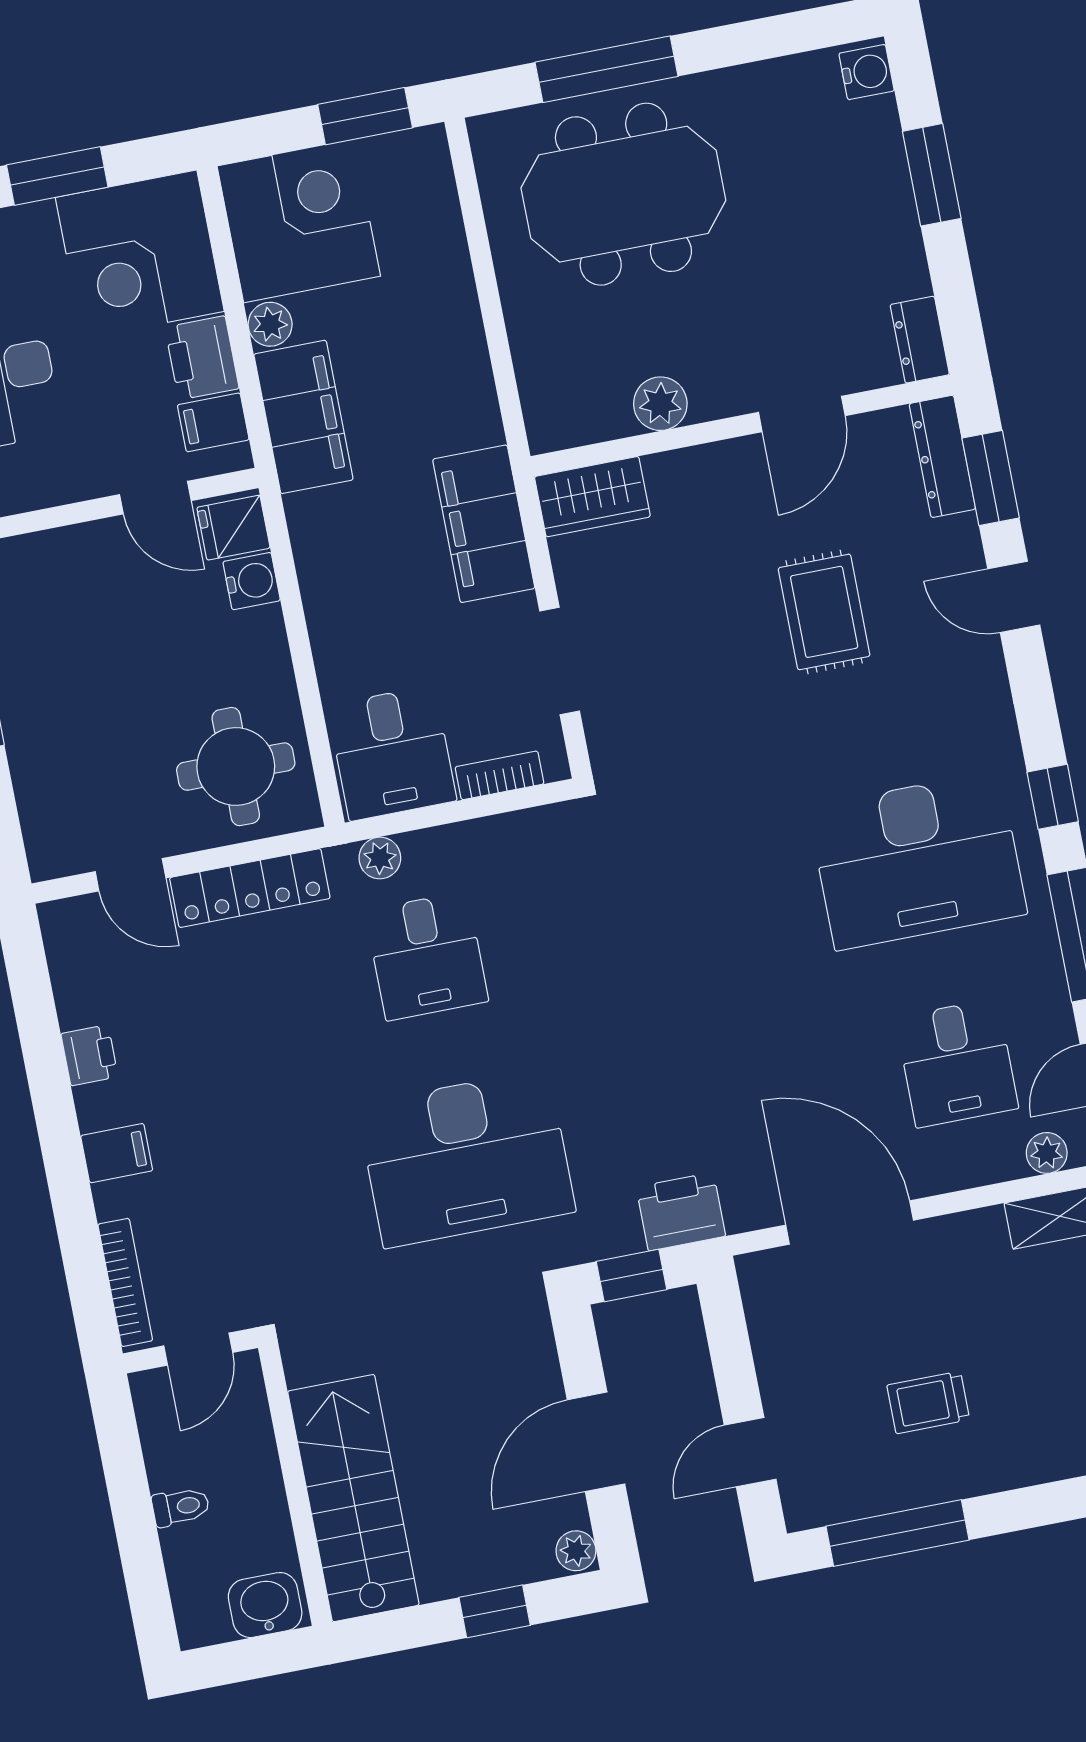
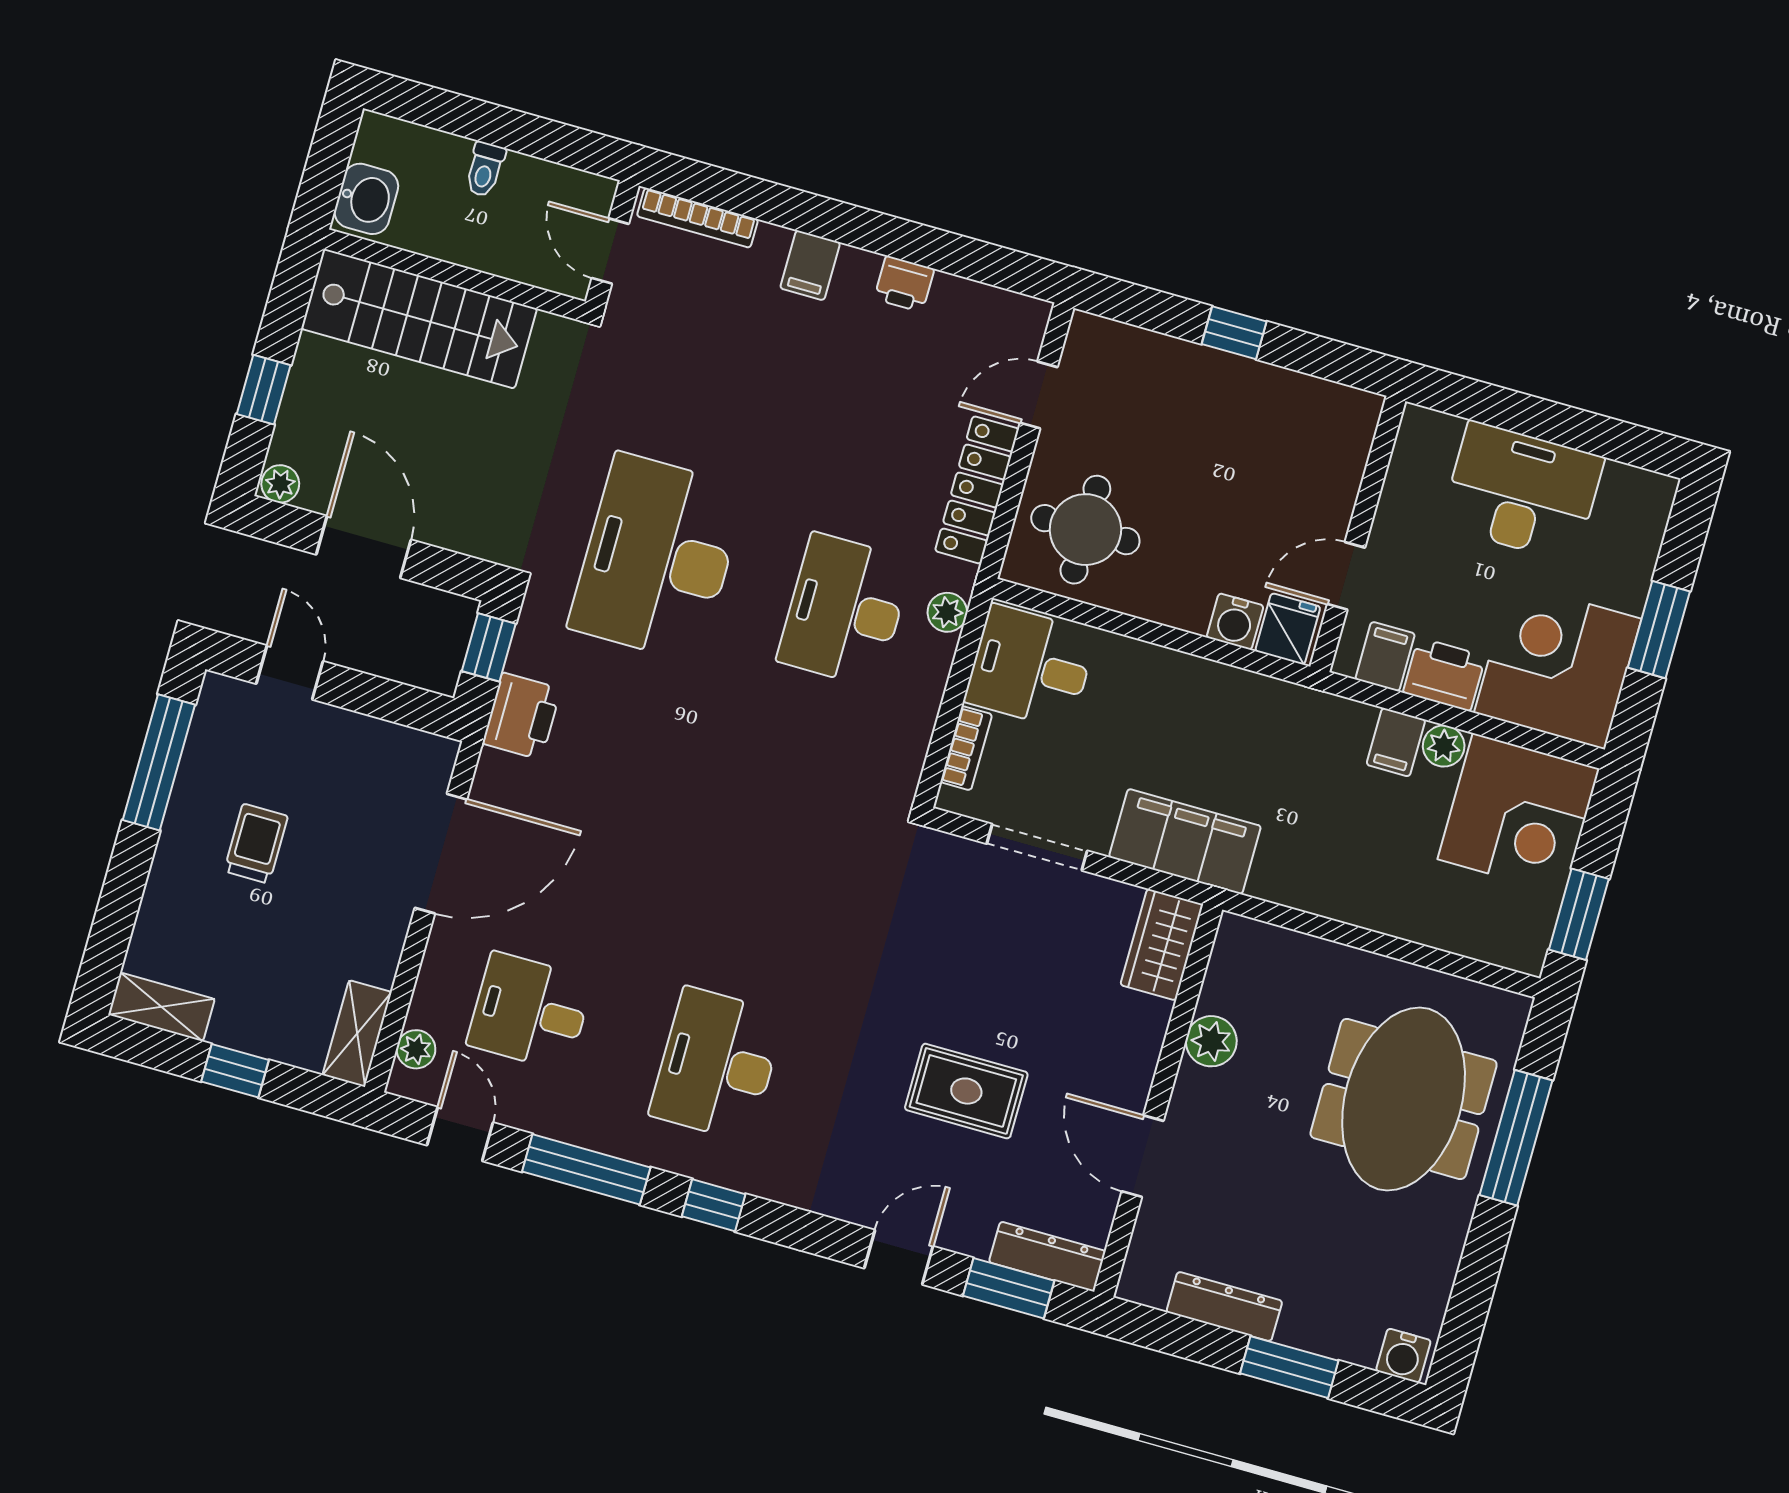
dresser: (920, 340) -> (1224, 1307), moved, width x1.44
filing cabinet: (303, 417) -> (1396, 742), width x0.33, depth x0.86
desk: (917, 861) -> (717, 1064), width x0.73, depth x0.77
desk: (427, 956) -> (845, 610), width x1.37

